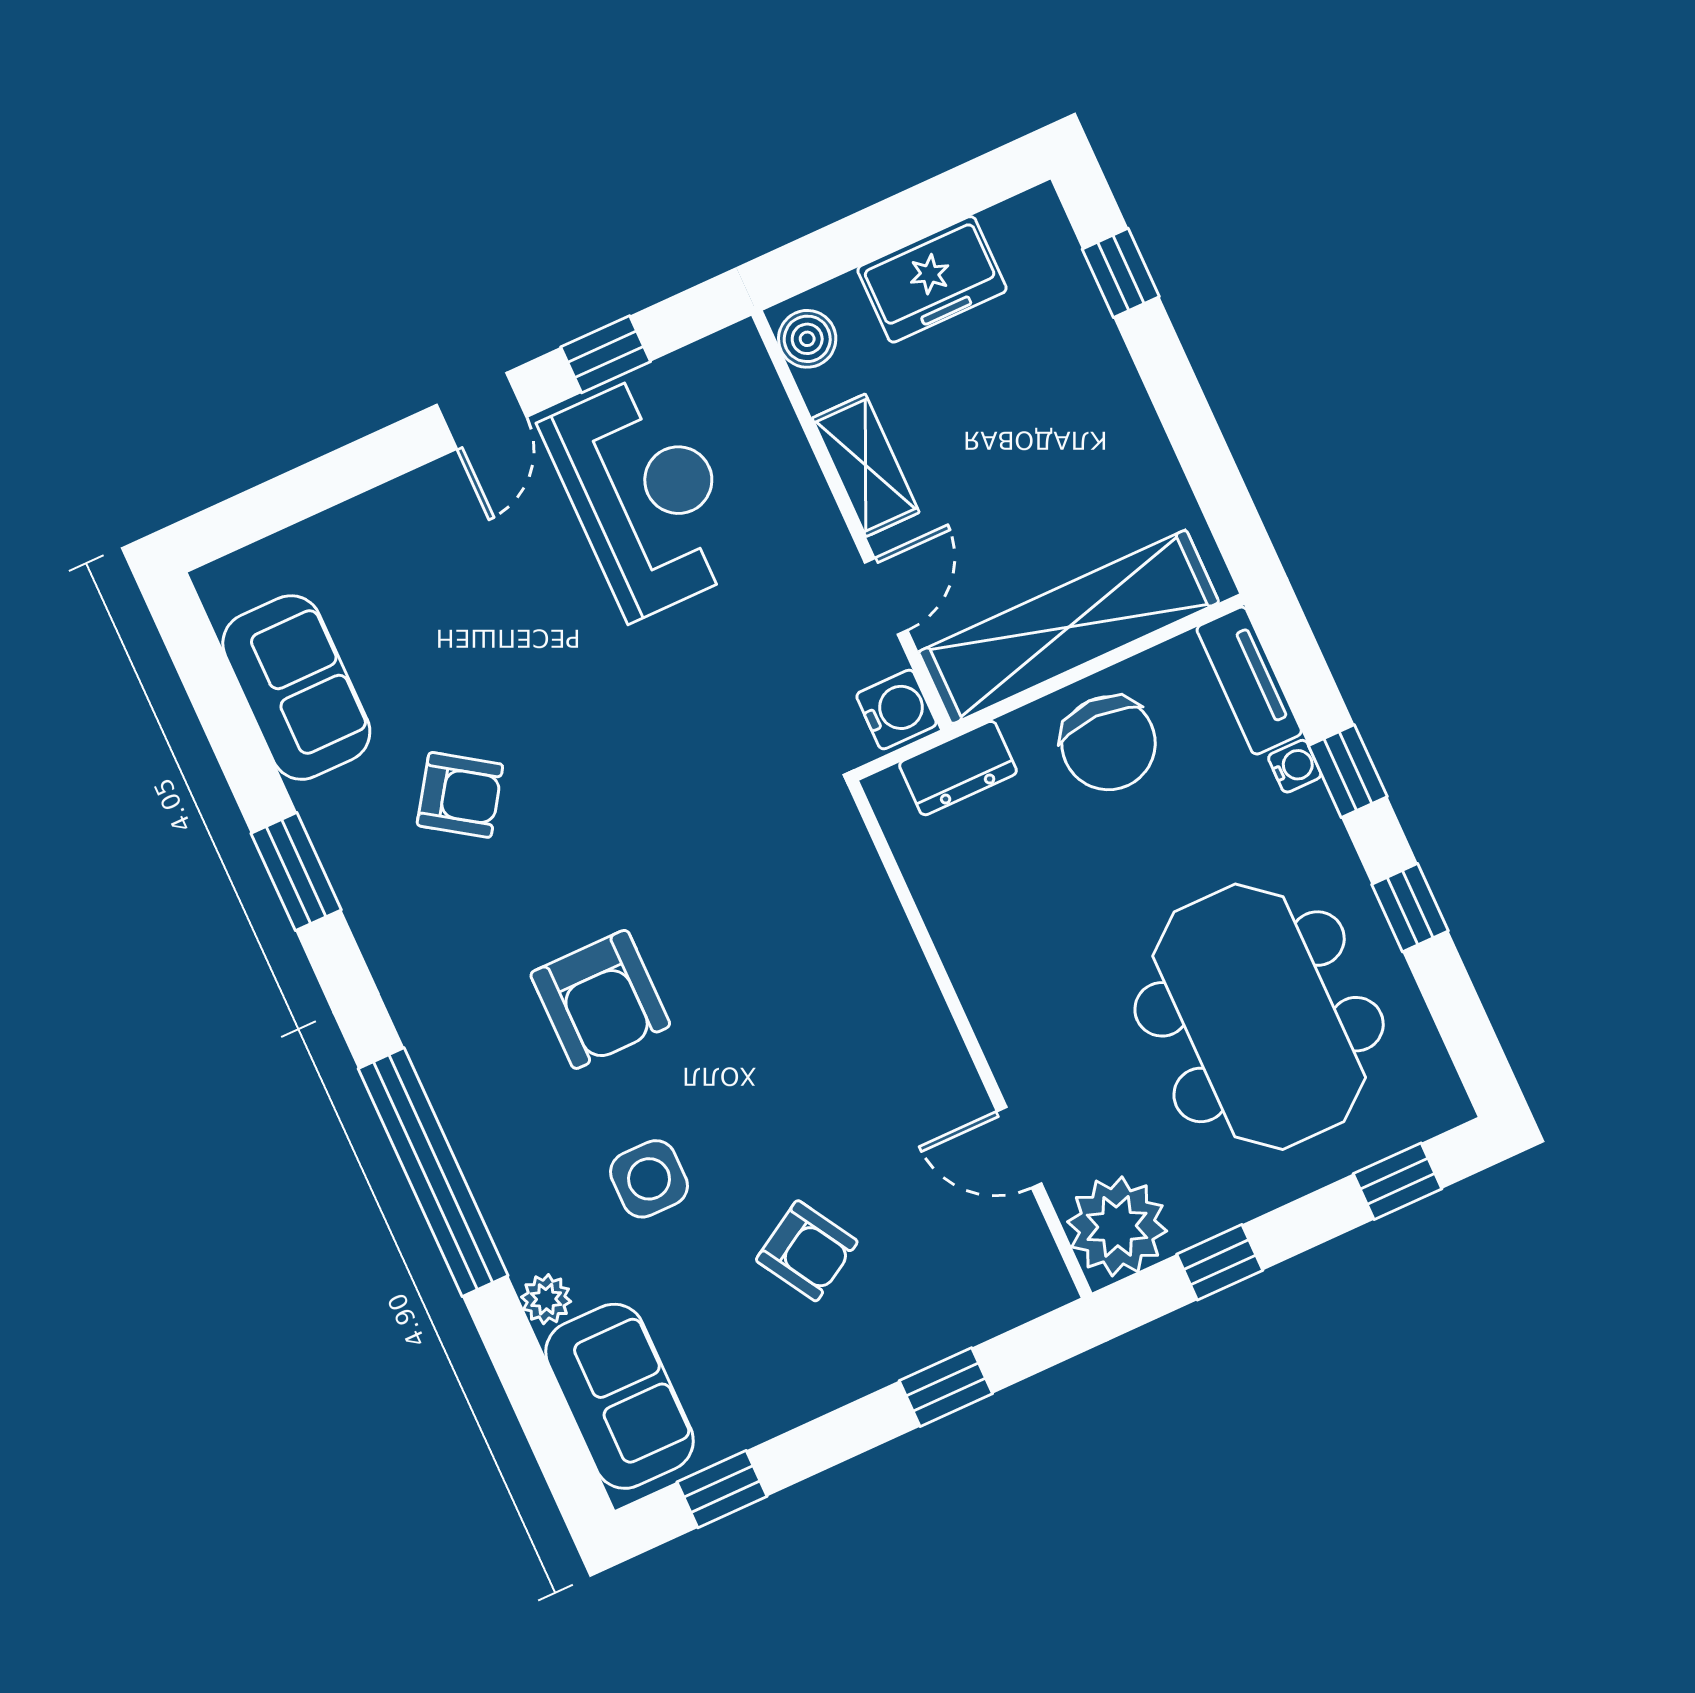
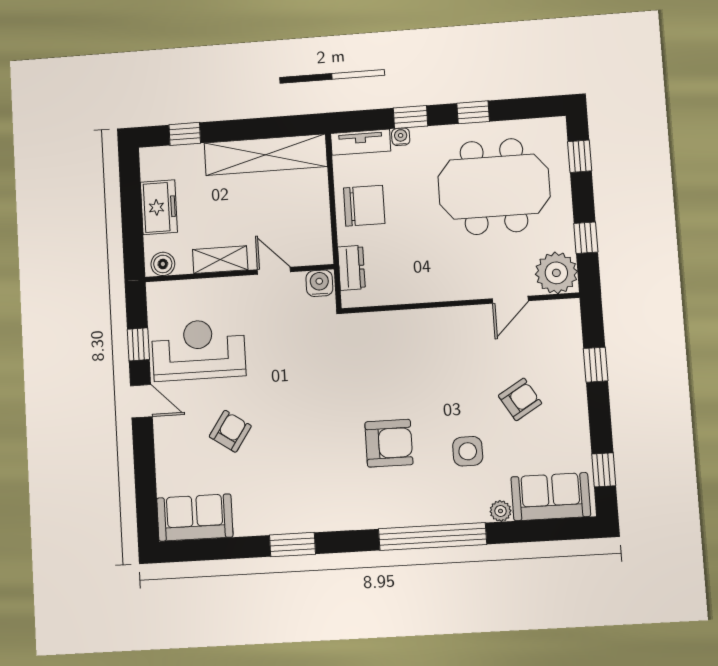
shelving: (1069, 627) -> (266, 155), moved, turned 90
sofa: (296, 688) -> (195, 518), moved
armchair: (460, 795) -> (230, 431), moved

